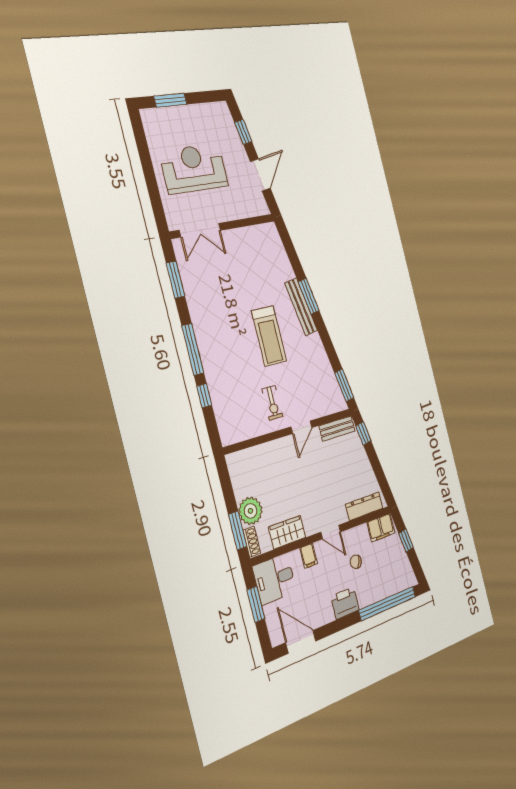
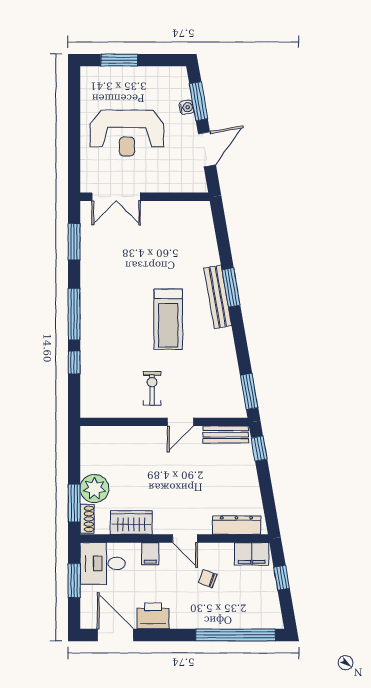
window: (243, 132) -> (199, 101), width x1.50
water cooler: (235, 139) -> (187, 107), added
reception desk: (194, 169) -> (127, 133), turned 180
exercise bike: (272, 403) -> (152, 388), turned 180
printer: (345, 603) -> (153, 616), moved

